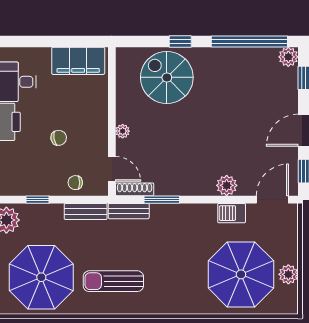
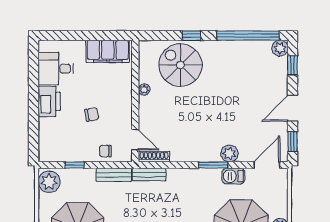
plant: (123, 131) -> (144, 90), moved
window: (162, 200) -> (213, 165), moved

